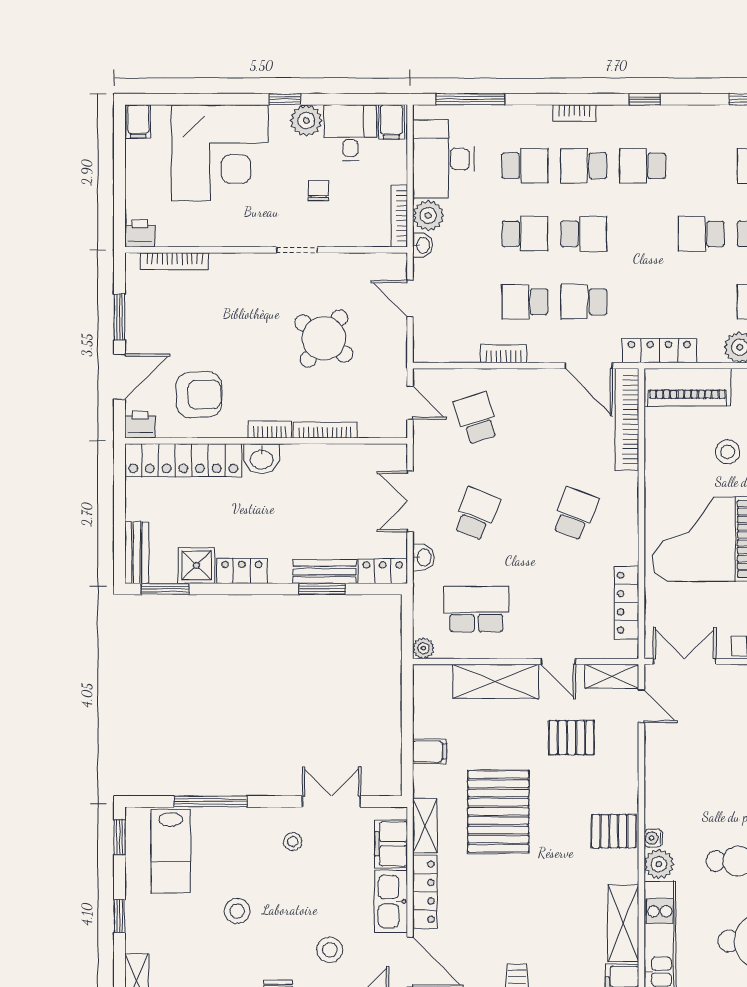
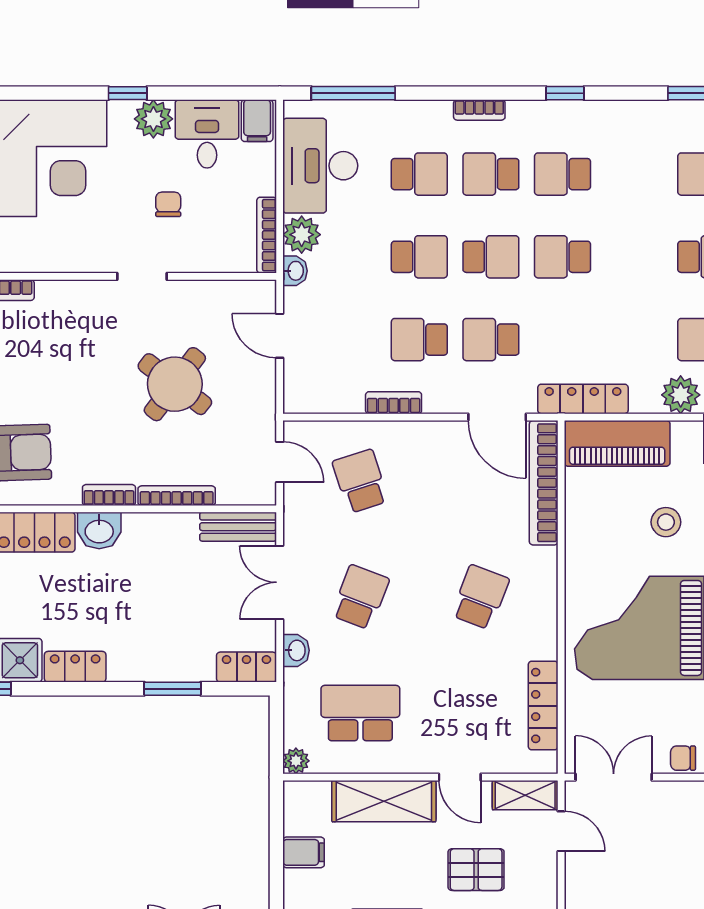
school desk: (701, 234) -> (563, 257), moved
bench: (325, 572) -> (238, 527), moved
filing cabinet: (430, 751) -> (304, 852), moved

